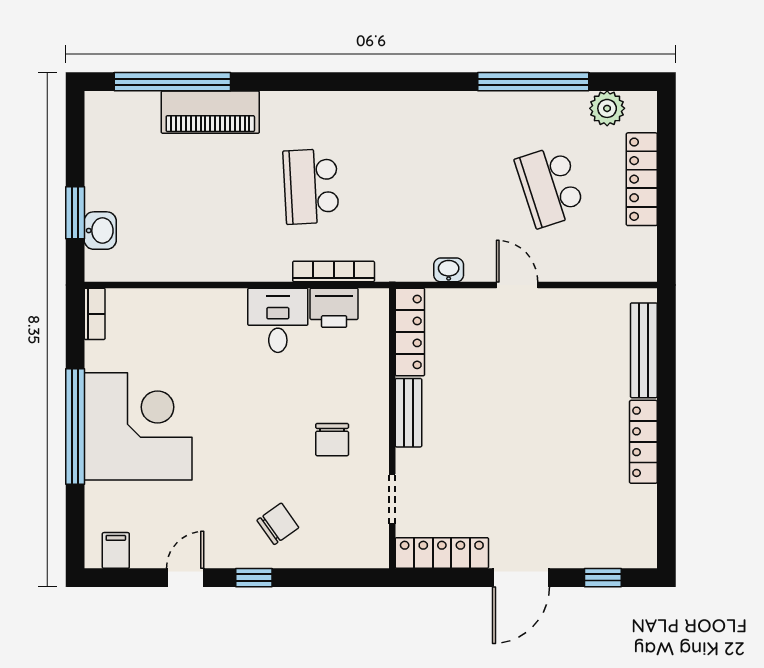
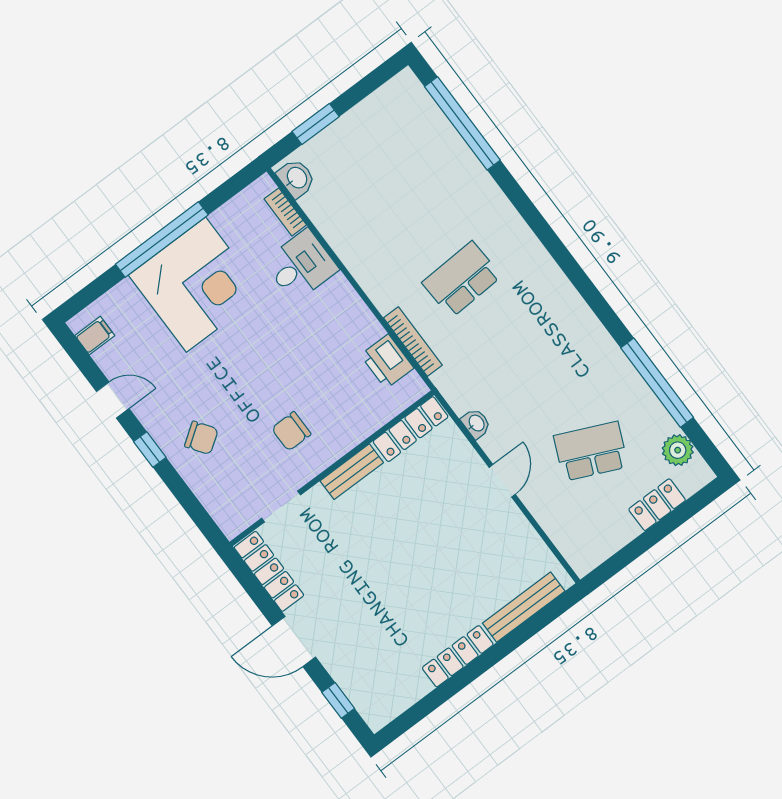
piano: (210, 112) -> (461, 167), removed
locker: (642, 179) -> (657, 505), width x0.66
school desk: (550, 186) -> (591, 451), turned 42
washbasin: (100, 231) -> (296, 178), moved, turned -90
bookcase: (95, 314) -> (285, 212), moved, turned 90
desk: (278, 320) -> (301, 266), moved

